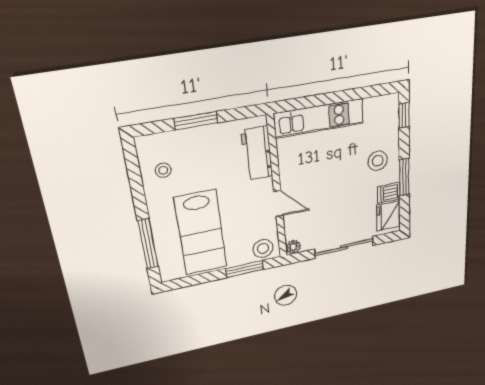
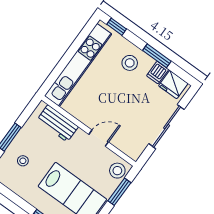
kitchen unit: (319, 118) -> (78, 65), width x1.36
stool: (163, 170) -> (23, 161), moved
plant: (293, 247) -> (135, 154), removed

